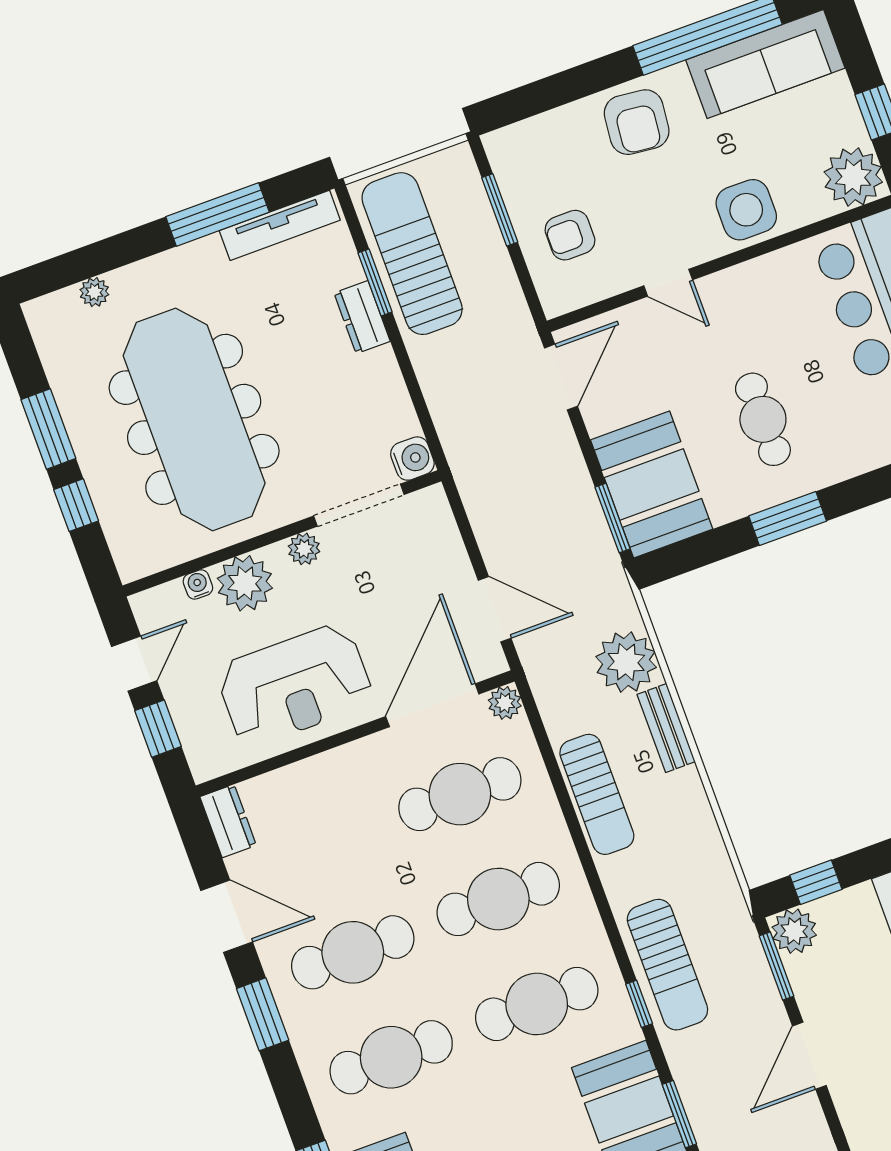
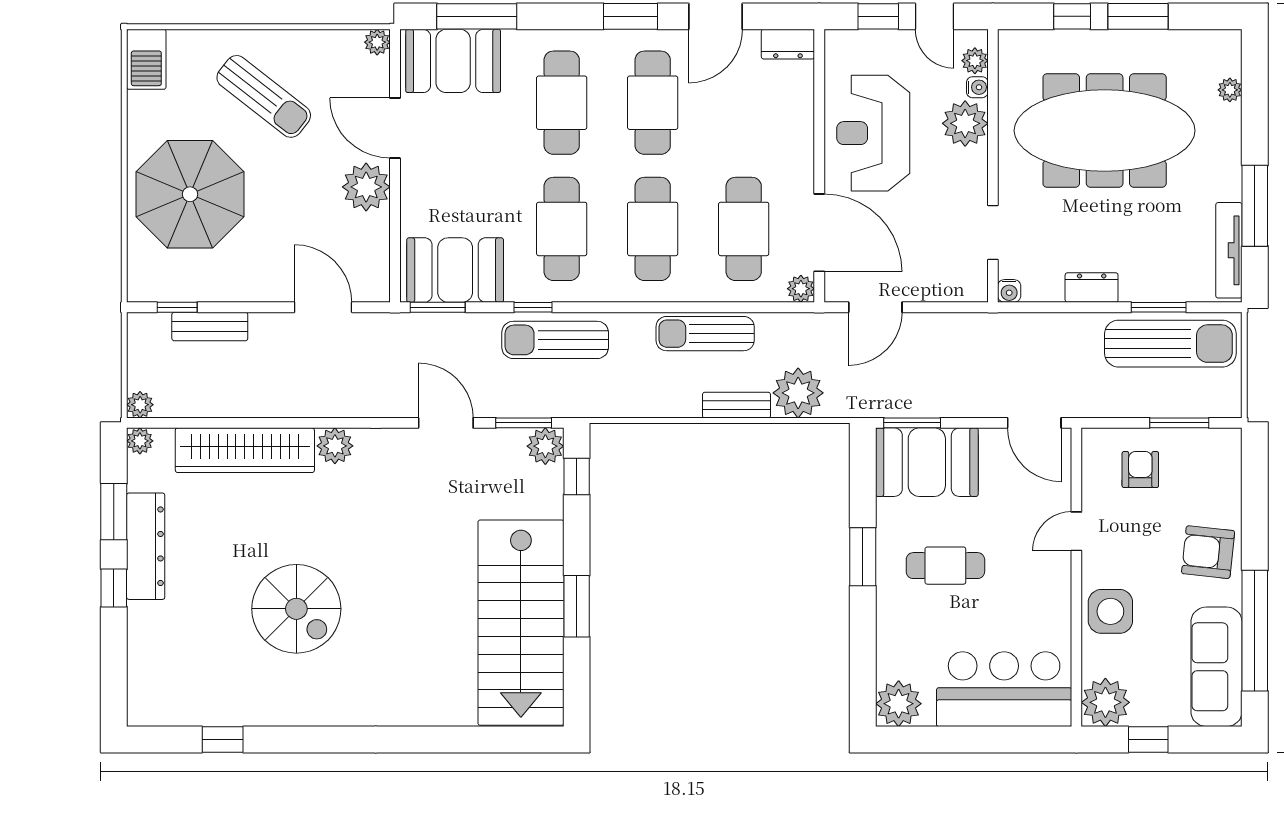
dresser: (362, 317) -> (1092, 288), moved
water cooler: (412, 459) -> (1009, 291), width x0.72, depth x0.72
doorway: (359, 505) -> (993, 233), width x0.73
plant: (304, 549) -> (975, 61), moved

